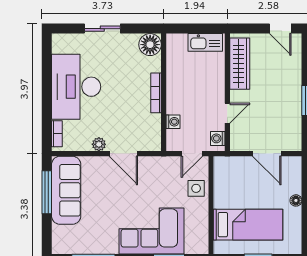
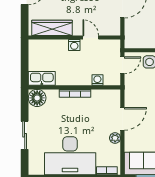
kitchen sink: (205, 42) -> (42, 78), moved, turned -90
washing machine: (218, 138) -> (74, 45), moved
door: (192, 154) -> (122, 65), hinge flipped

